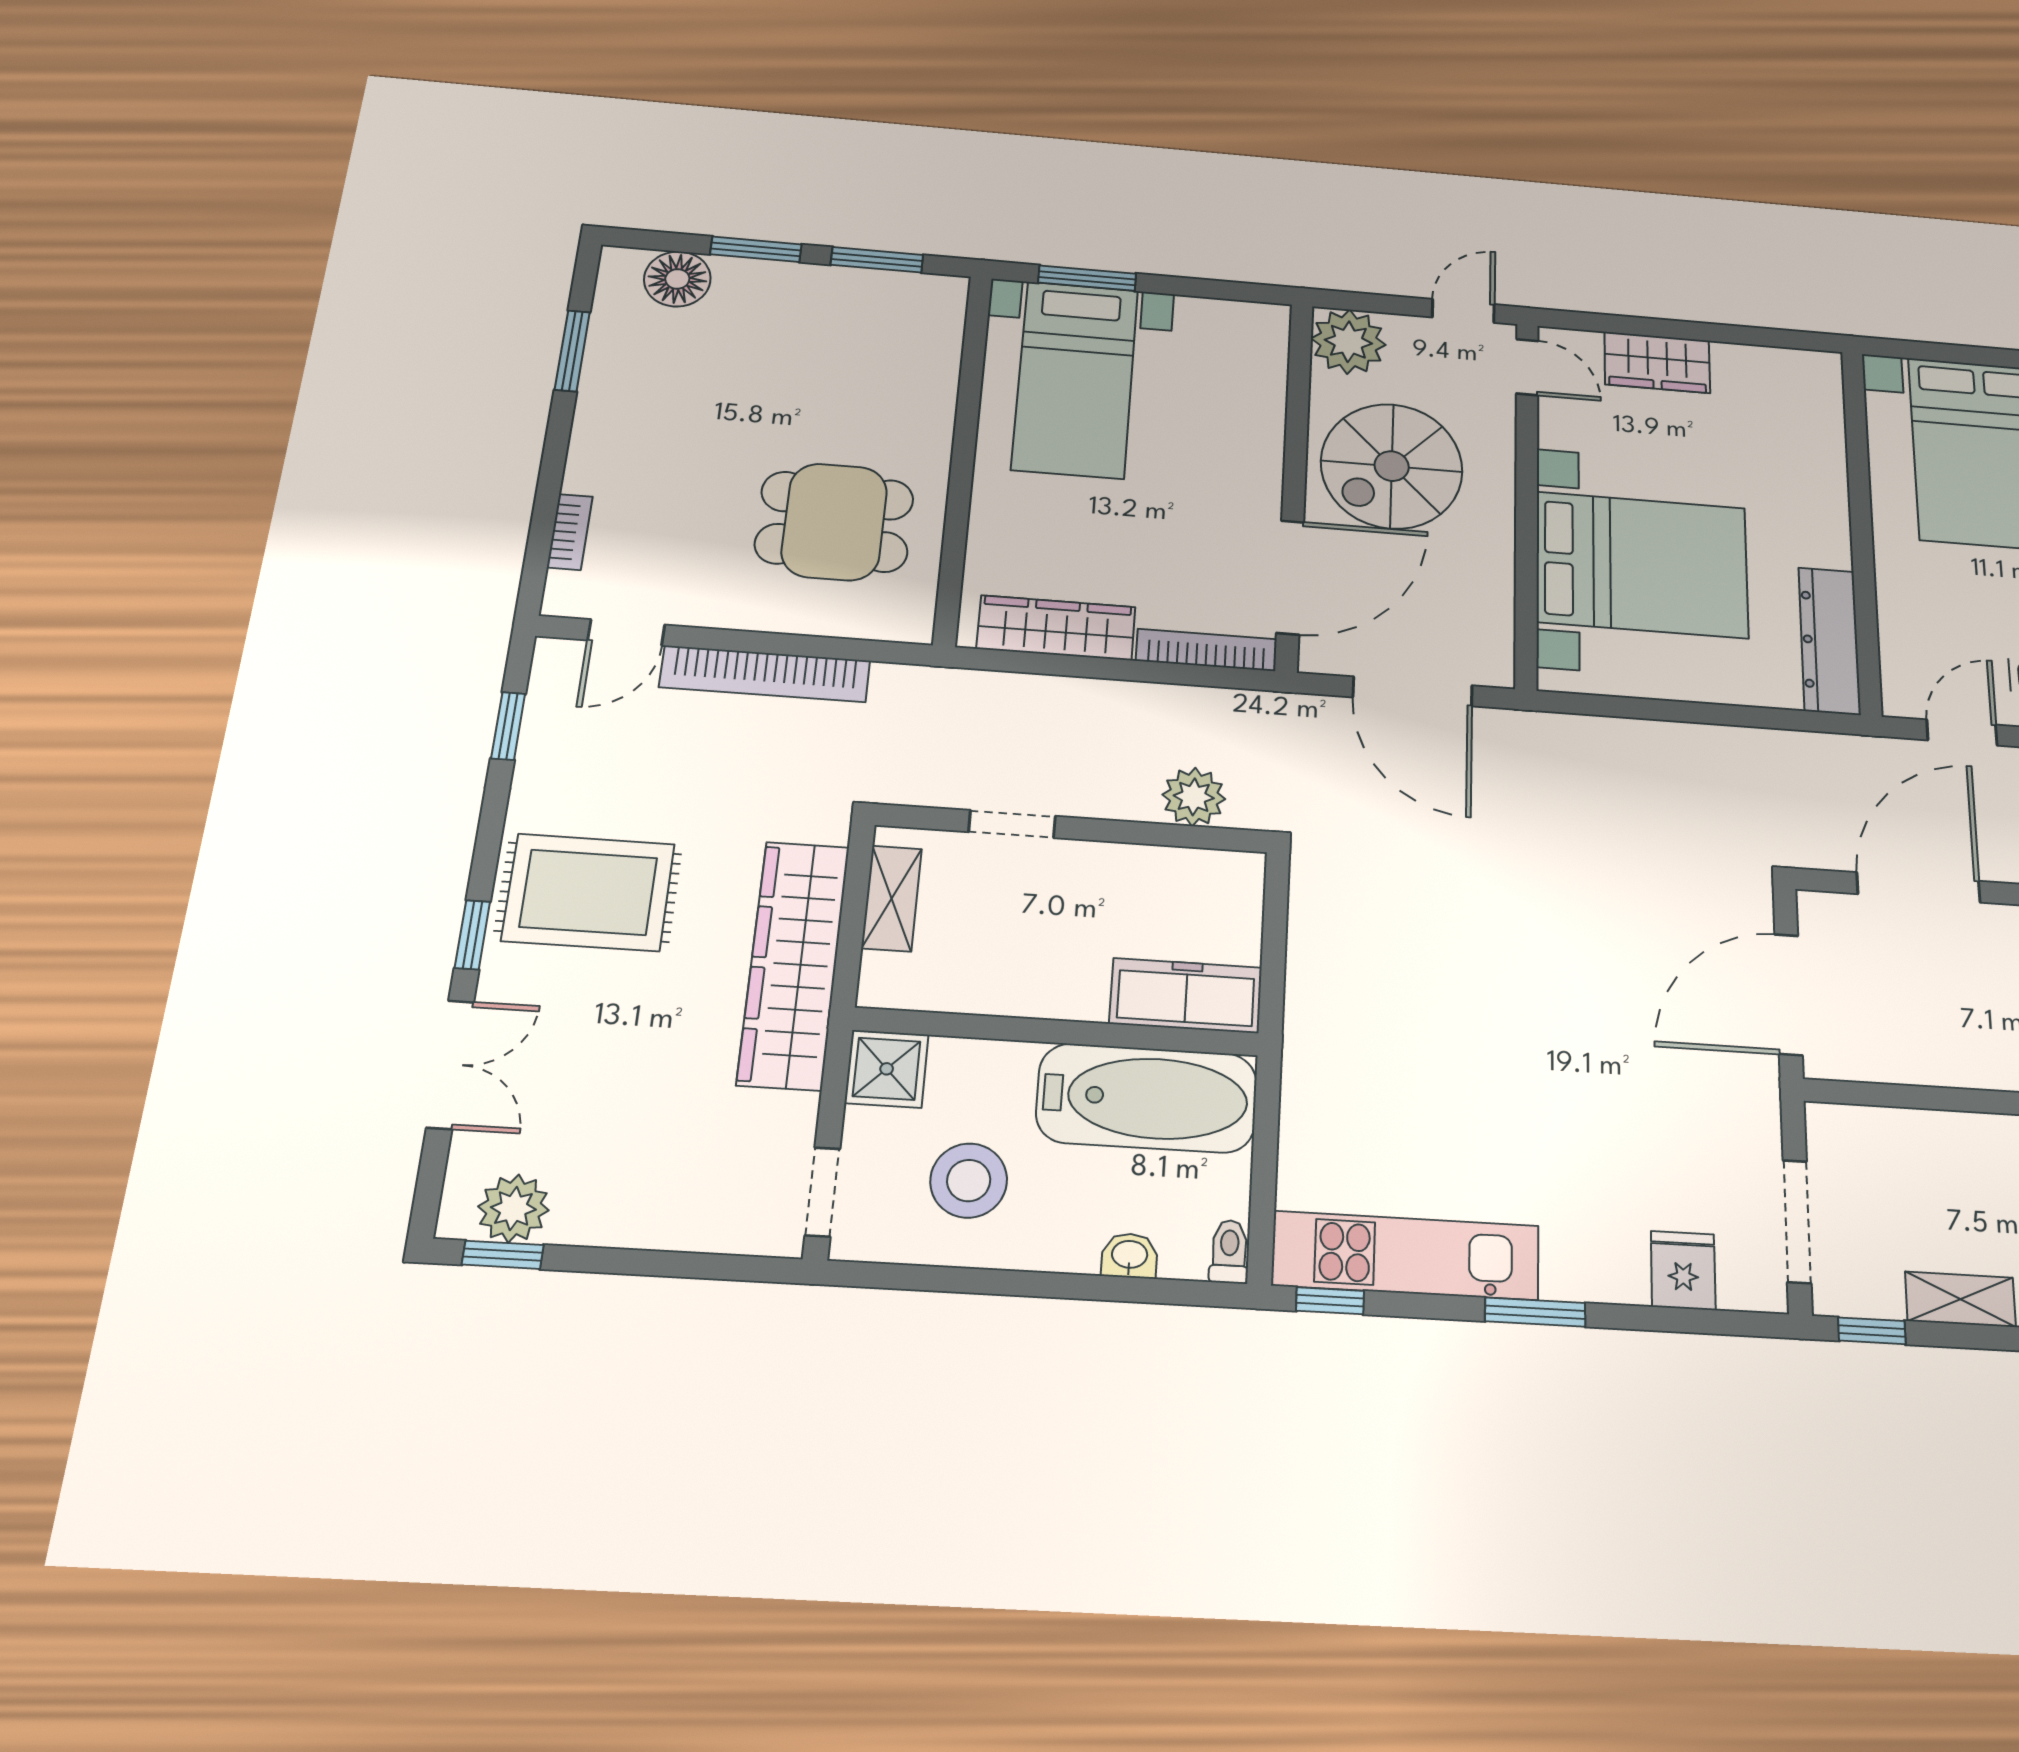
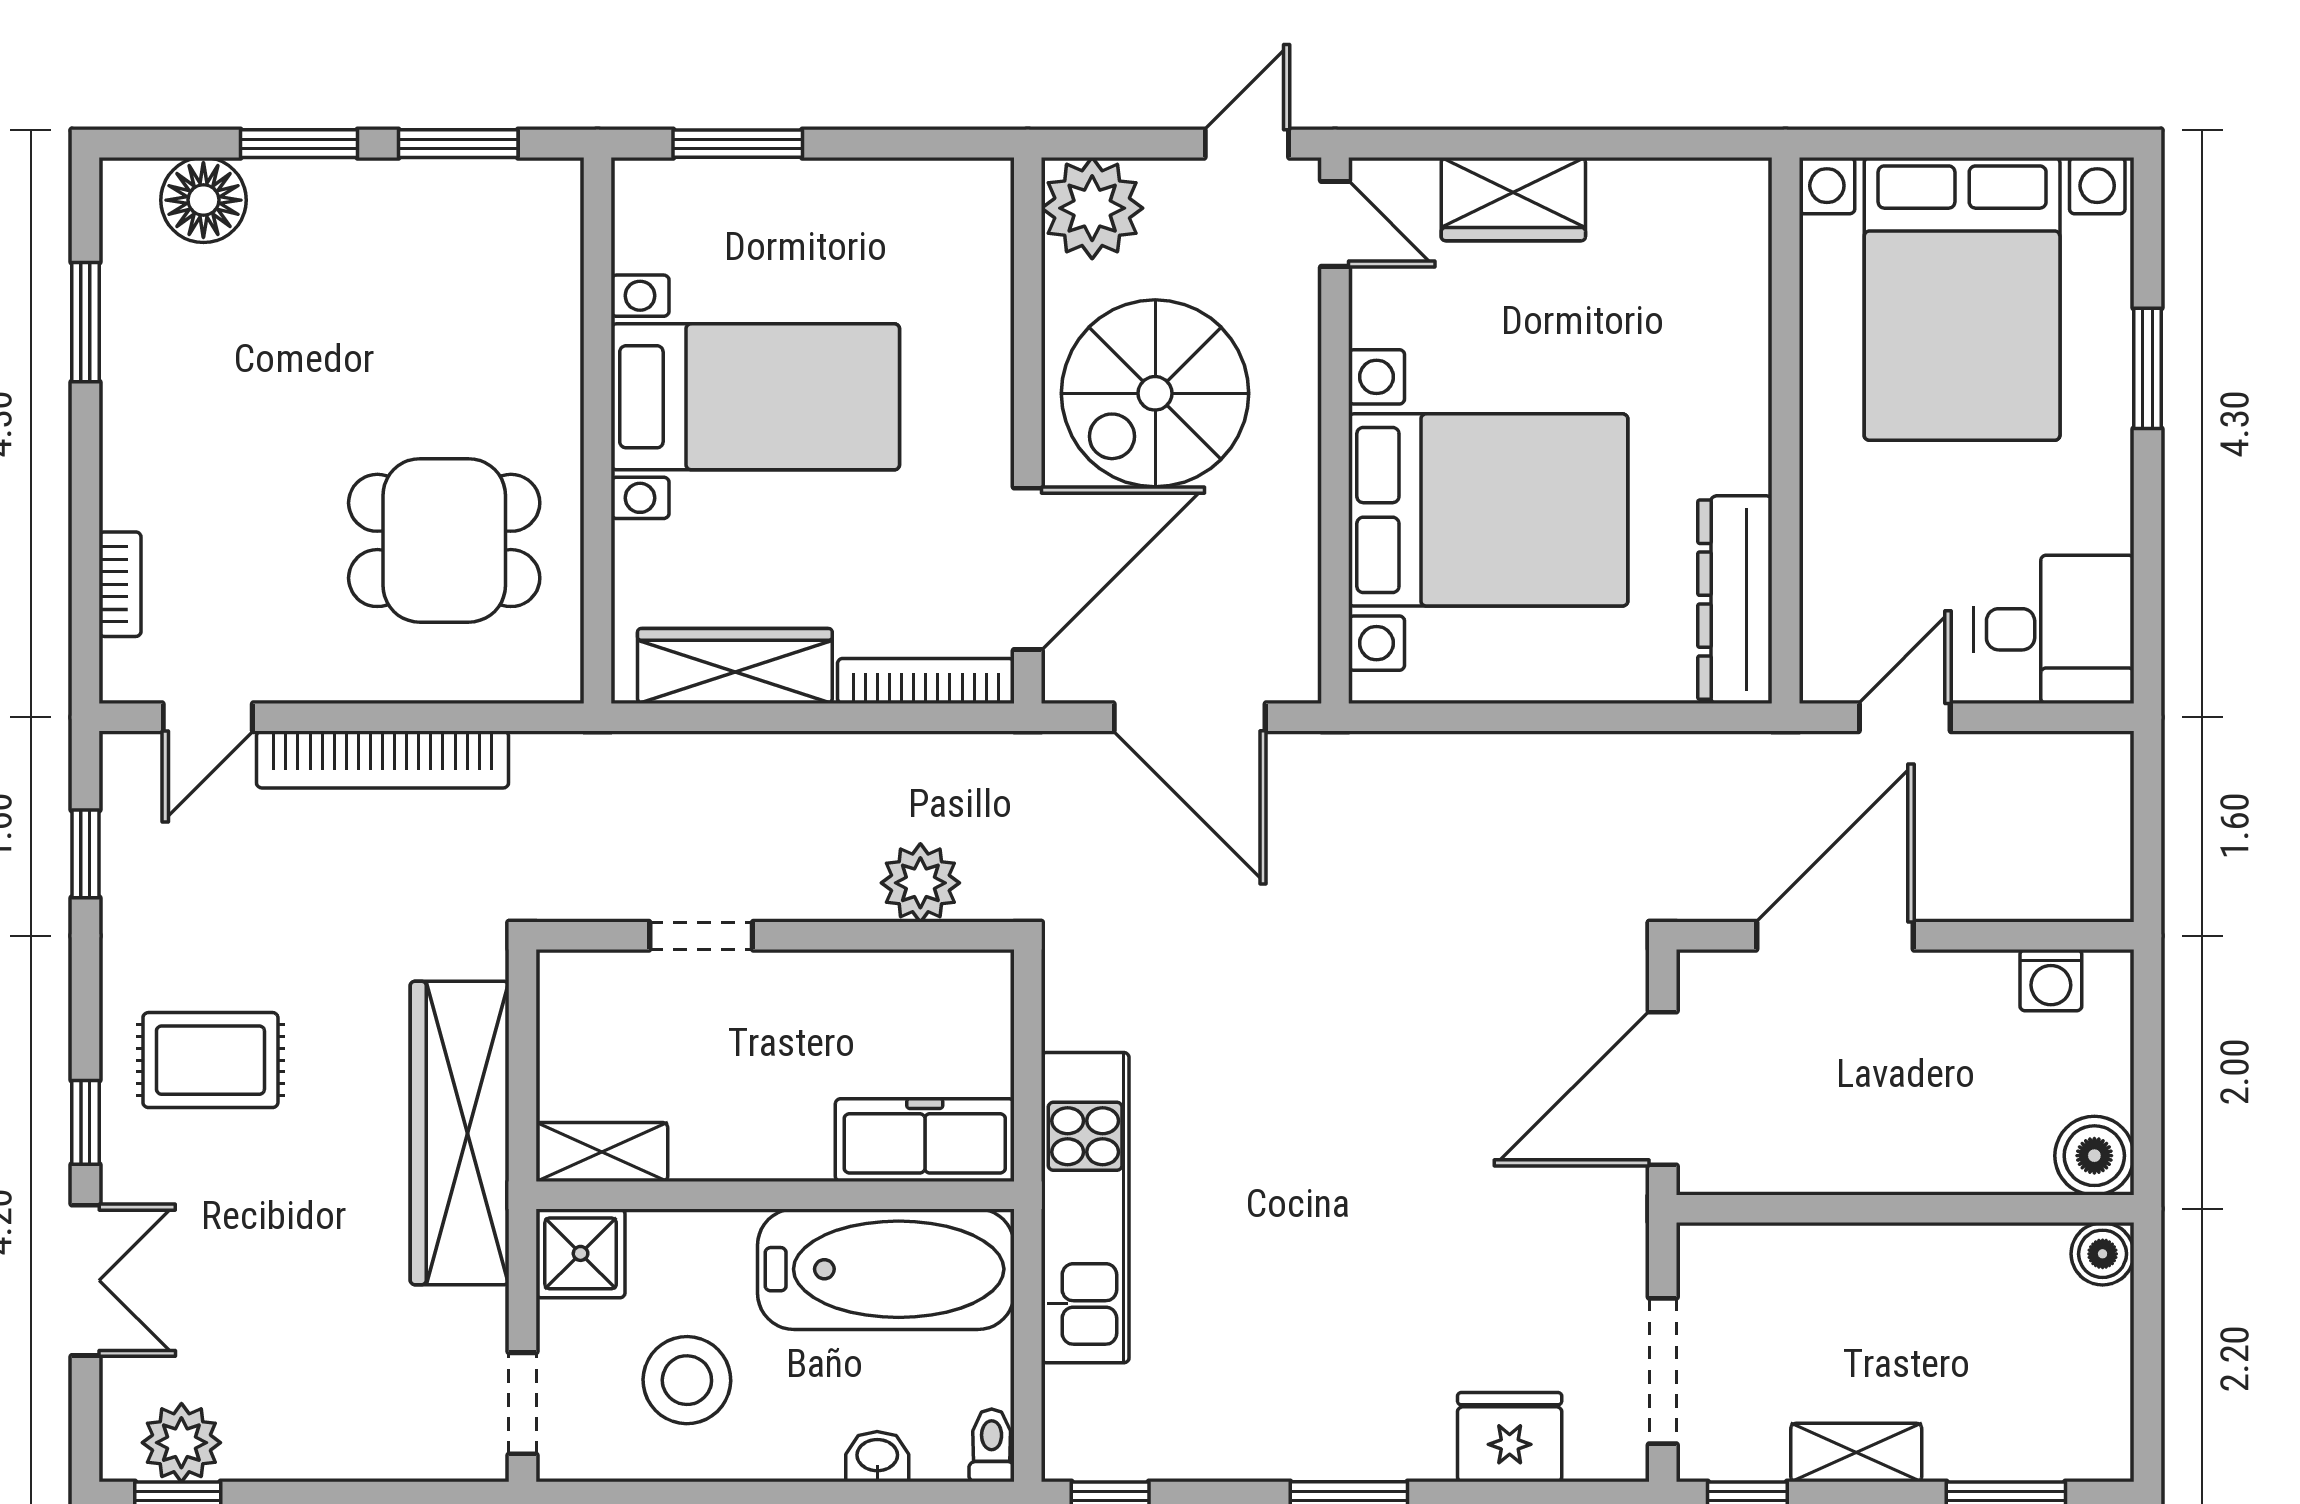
bed with nightstands: (1075, 379) -> (755, 397), moved, turned -90
rug: (588, 892) -> (210, 1060), width x0.73, depth x0.70
shelving: (892, 898) -> (602, 1152), moved, turned 90
kitchen unit: (1406, 1255) -> (1085, 1208), moved, turned 90
fridge: (1683, 1270) -> (1510, 1437), width x1.38

